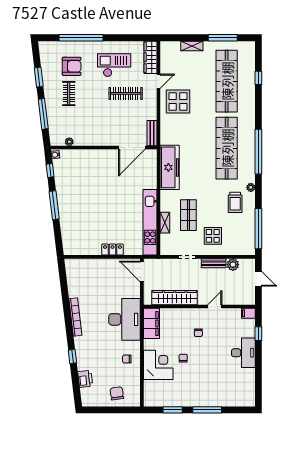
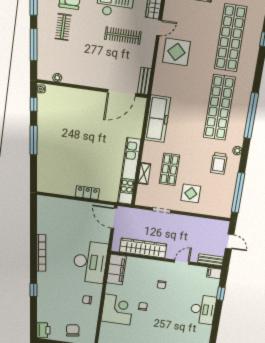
bench: (214, 263) -> (210, 260), moved
plant: (233, 265) -> (206, 224), removed
printer: (85, 379) -> (43, 330), moved

